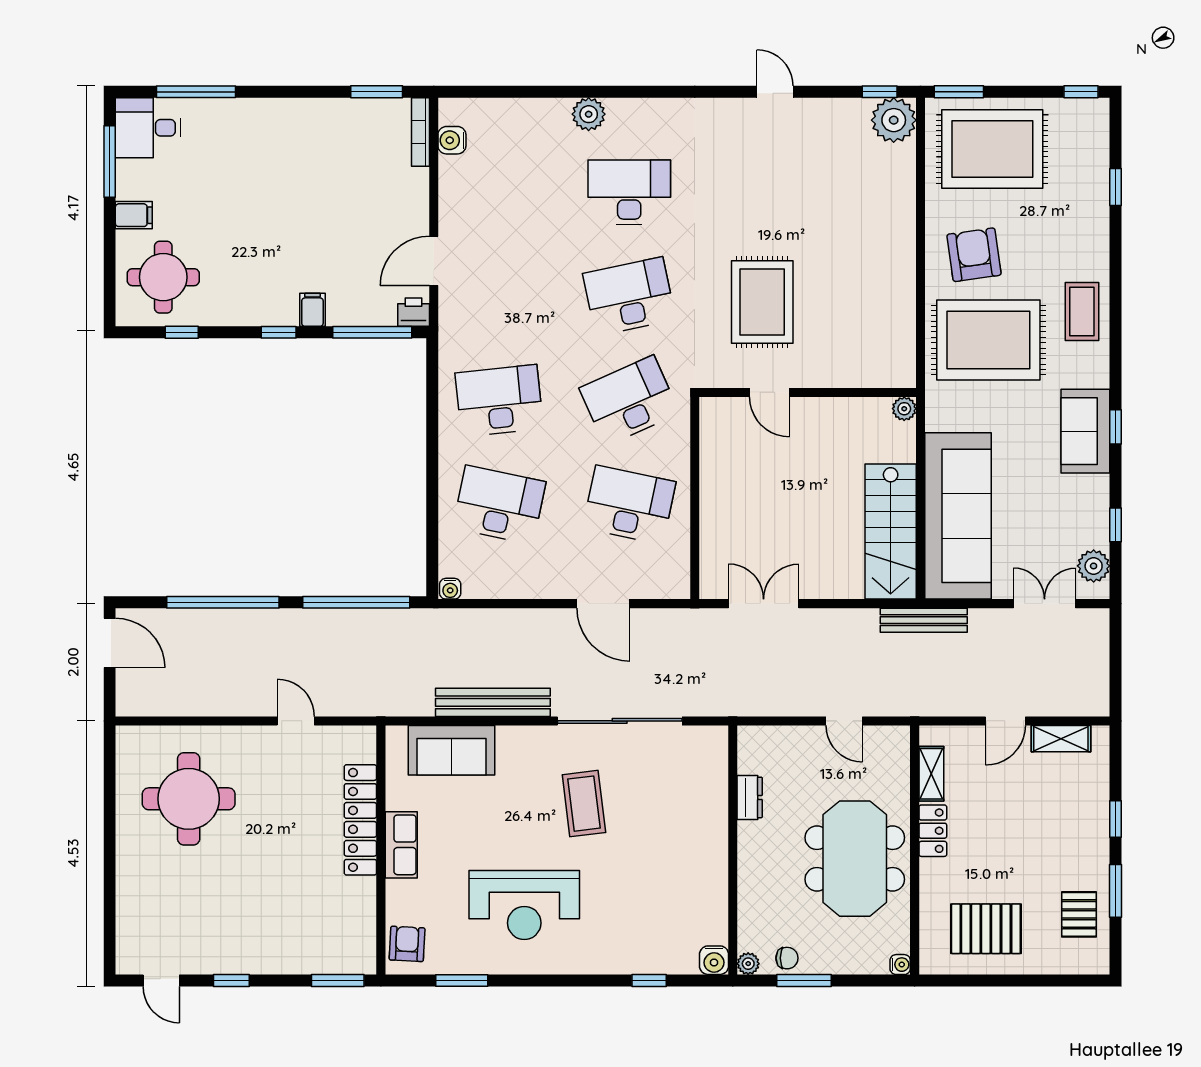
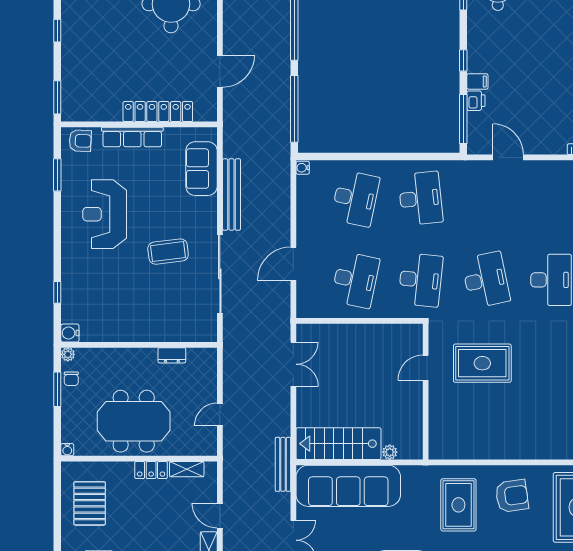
printer: (414, 312) -> (476, 101), moved
rug: (988, 340) -> (458, 505), width x0.73, depth x0.69
desk: (629, 401) -> (421, 280), turned 30
plant: (904, 409) -> (390, 452), moved
door: (296, 721) -> (220, 71), width x1.38
row of seats: (401, 845) -> (132, 137), width x1.48

